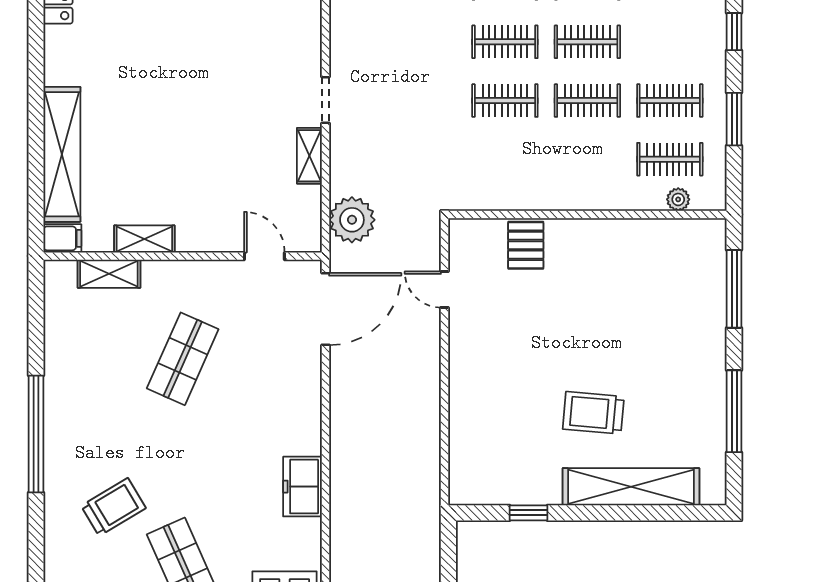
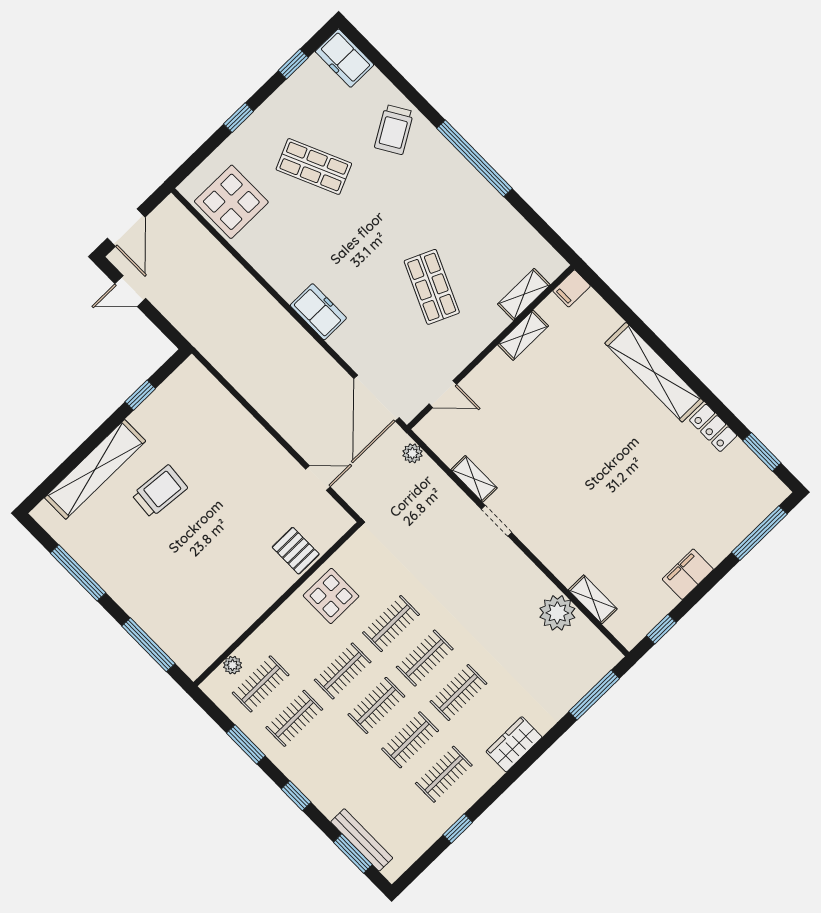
shelving: (62, 154) -> (654, 372), moved
display table: (534, 176) -> (331, 596), added
plant: (352, 220) -> (412, 453), width x0.53, depth x0.53
freezer: (303, 487) -> (318, 312), moved
trolley: (113, 507) -> (394, 130), moved

